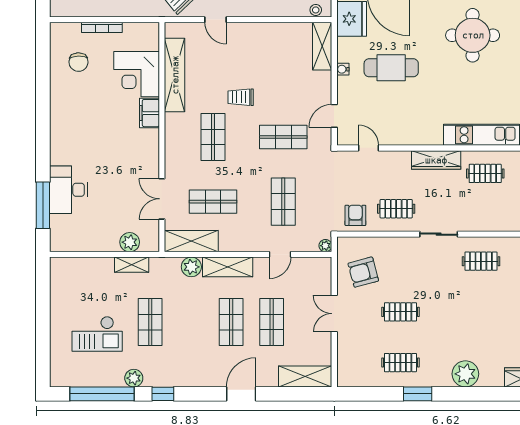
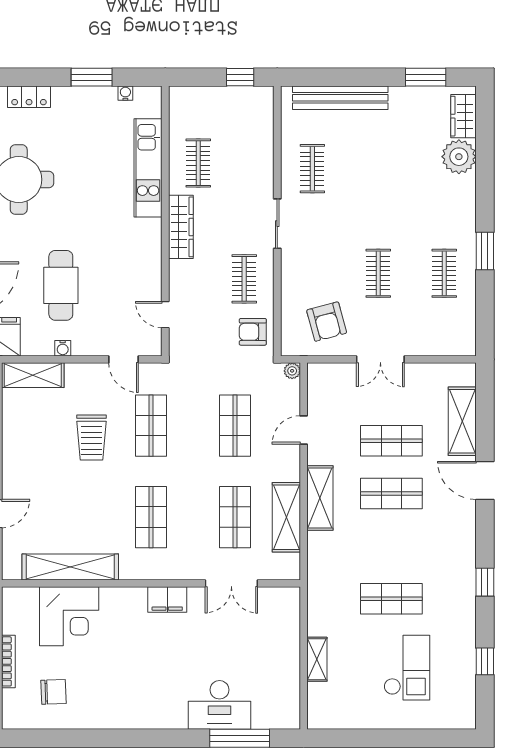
trolley: (241, 97) -> (91, 438), moved, width x1.36, depth x1.39
filing cabinet: (149, 113) -> (167, 600), moved
shop shelf: (213, 137) -> (151, 517), turned 90
door: (369, 148) -> (165, 315), hinge flipped
shop shelf: (283, 202) -> (235, 426), turned 90
shelving: (191, 241) -> (286, 517), moved
plant: (130, 242) -> (288, 625), removed
door: (280, 254) -> (304, 430), swing flipped
shelving: (132, 265) -> (317, 659), moved
plant: (191, 267) -> (320, 545), removed
plant: (465, 374) -> (459, 157), moved
shelving: (305, 376) -> (462, 421), moved
plant: (134, 378) -> (464, 620), removed
window: (102, 394) -> (485, 661), width x0.32

